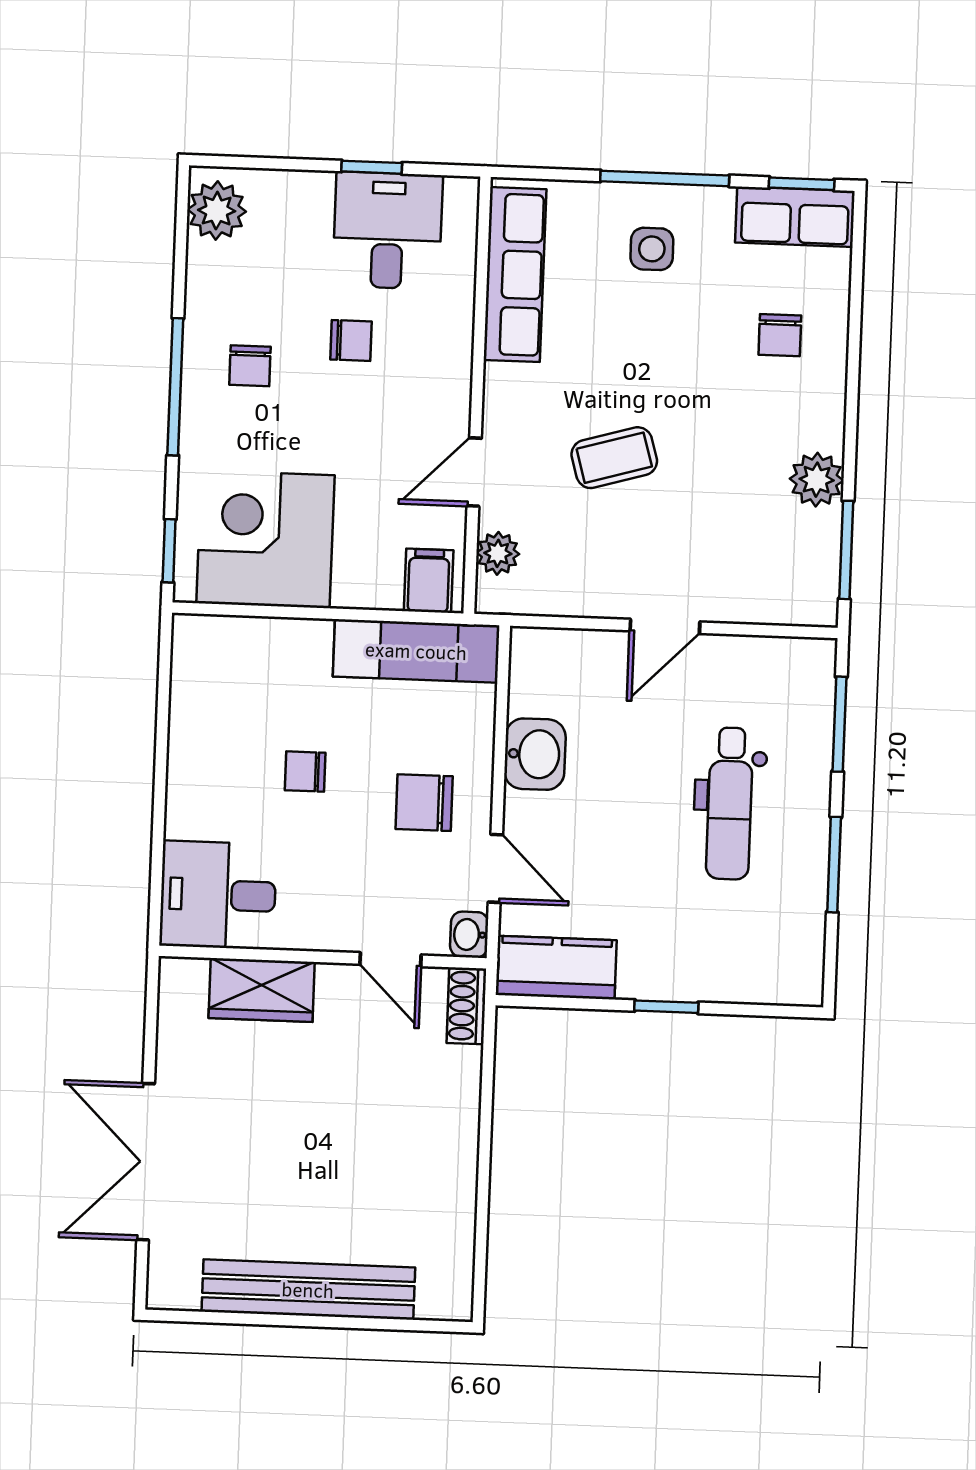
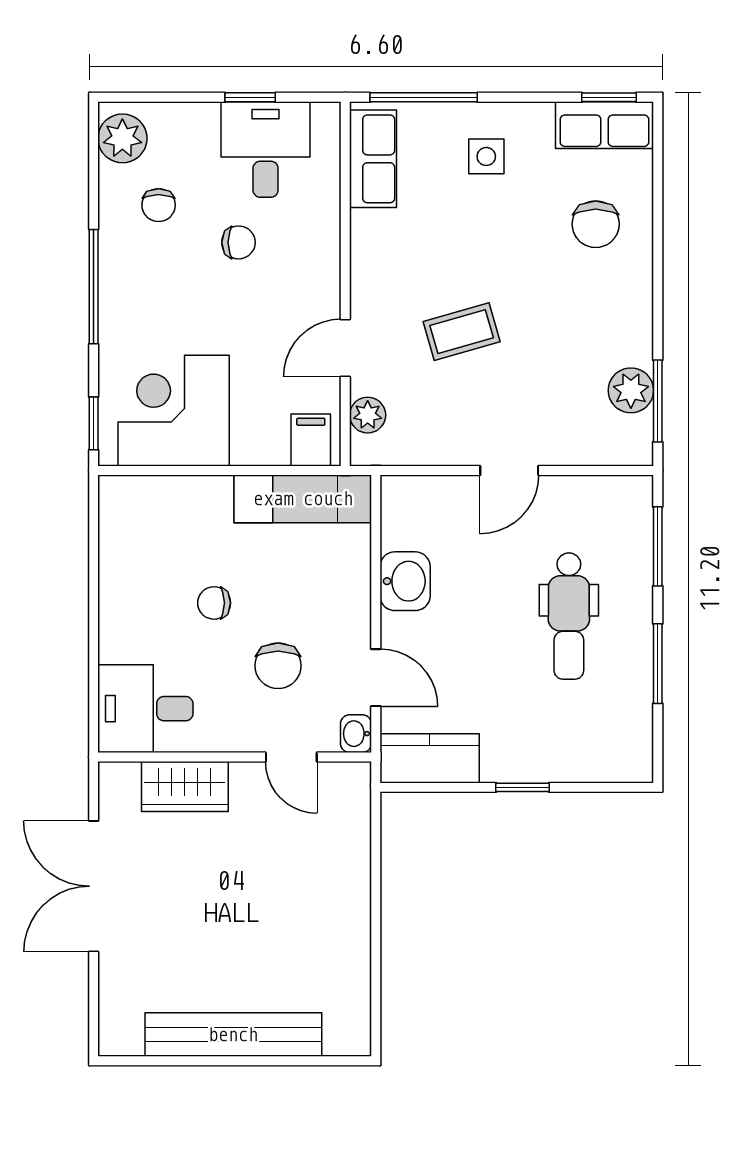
window: (665, 178) -> (424, 97), moved
row of seats: (515, 275) -> (373, 159), width x0.68
chair: (780, 335) -> (596, 224), width x1.37, depth x1.37
chair: (250, 366) -> (159, 205), moved
plant: (817, 480) -> (631, 390), moved
chair: (424, 803) -> (278, 666), moved, turned -90
shoe rack: (466, 1006) -> (356, 793), removed
double door: (146, 1162) -> (94, 886), moved

